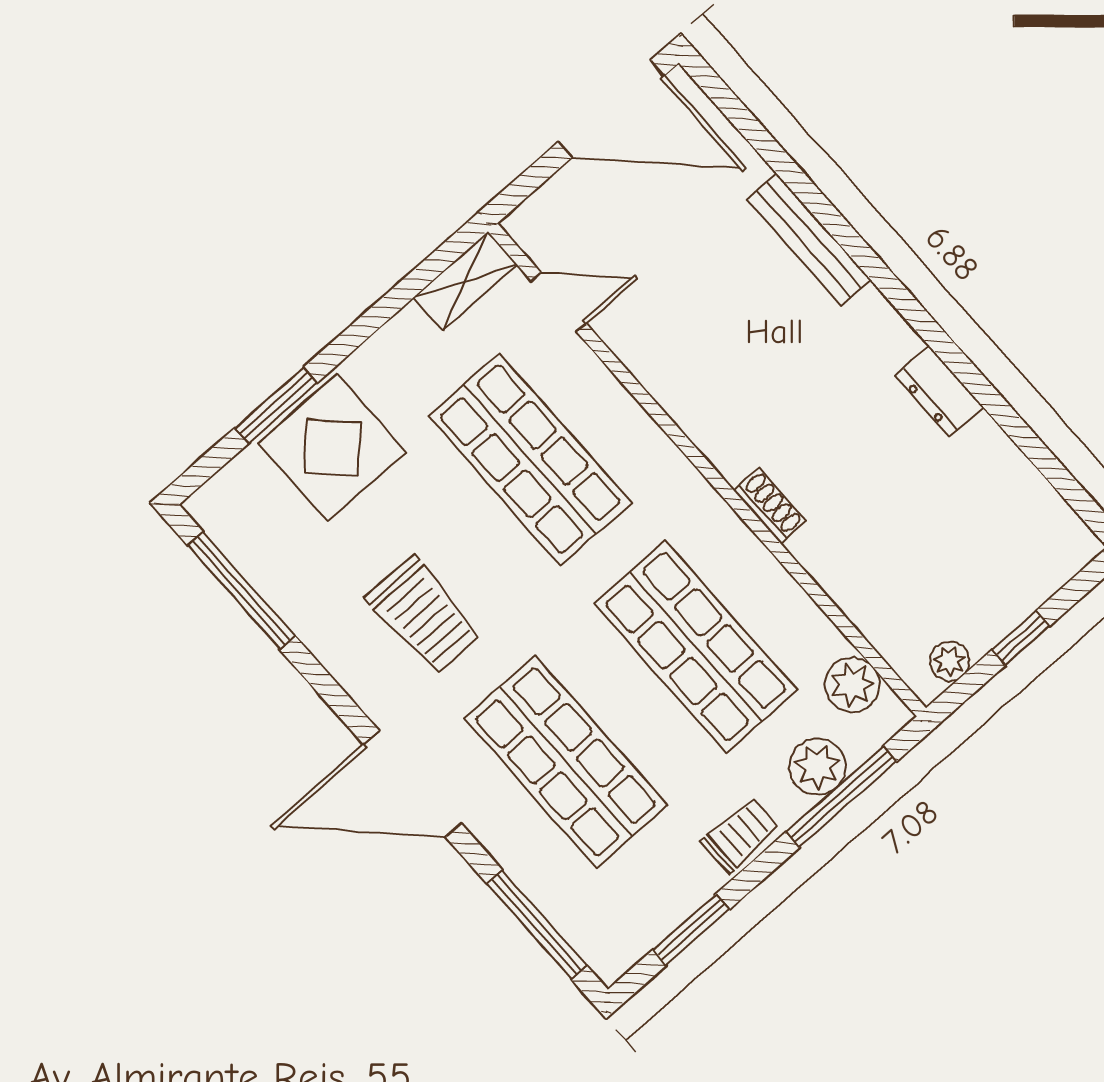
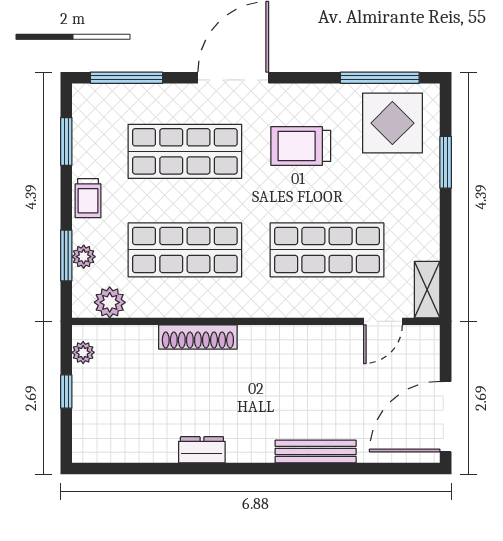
display table: (332, 448) -> (392, 123), moved
shoe rack: (770, 506) -> (198, 337), width x1.94, depth x1.24
plant: (818, 767) -> (84, 257), width x0.73, depth x0.73
window: (841, 797) -> (66, 255), width x0.69

